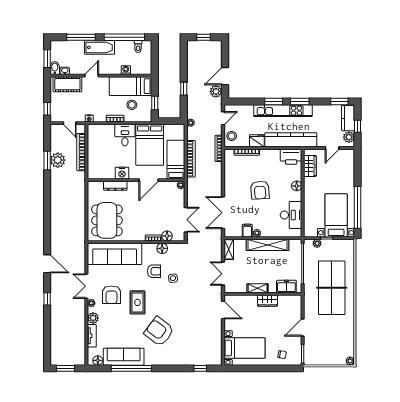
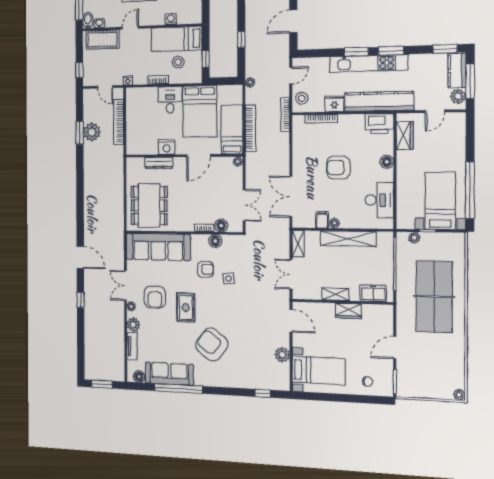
plant: (216, 91) -> (282, 355), moved
window: (357, 126) -> (470, 81), width x2.17
armchair: (260, 190) -> (338, 168), turned 94

